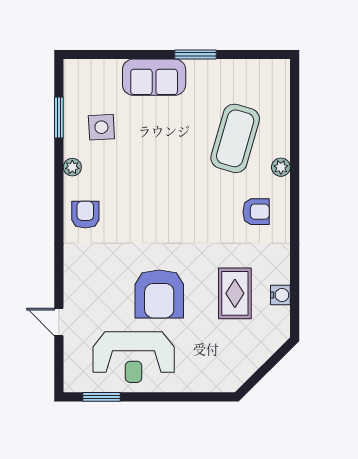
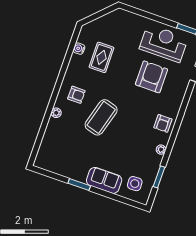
side table: (101, 127) -> (135, 184), moved
coffee table: (235, 138) -> (101, 117), moved
armchair: (256, 212) -> (76, 95), turned 180
armchair: (159, 294) -> (151, 77), moved

